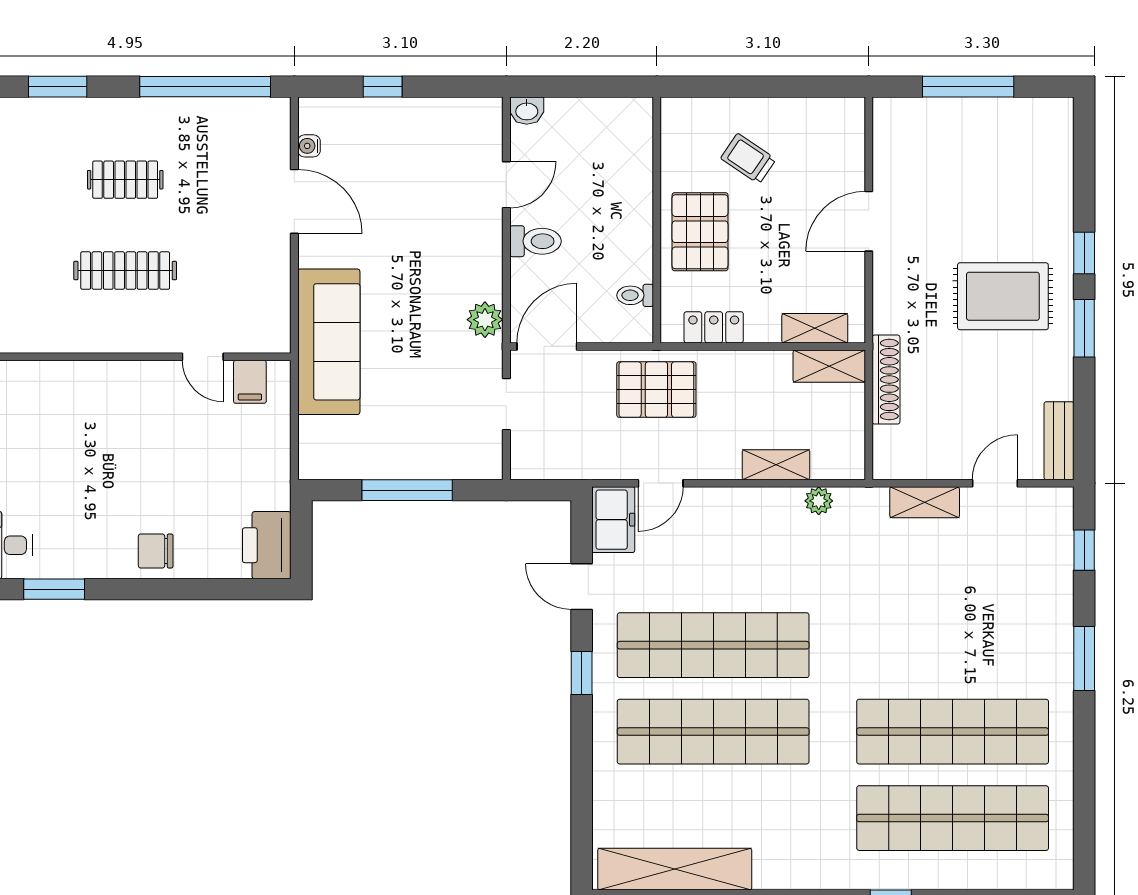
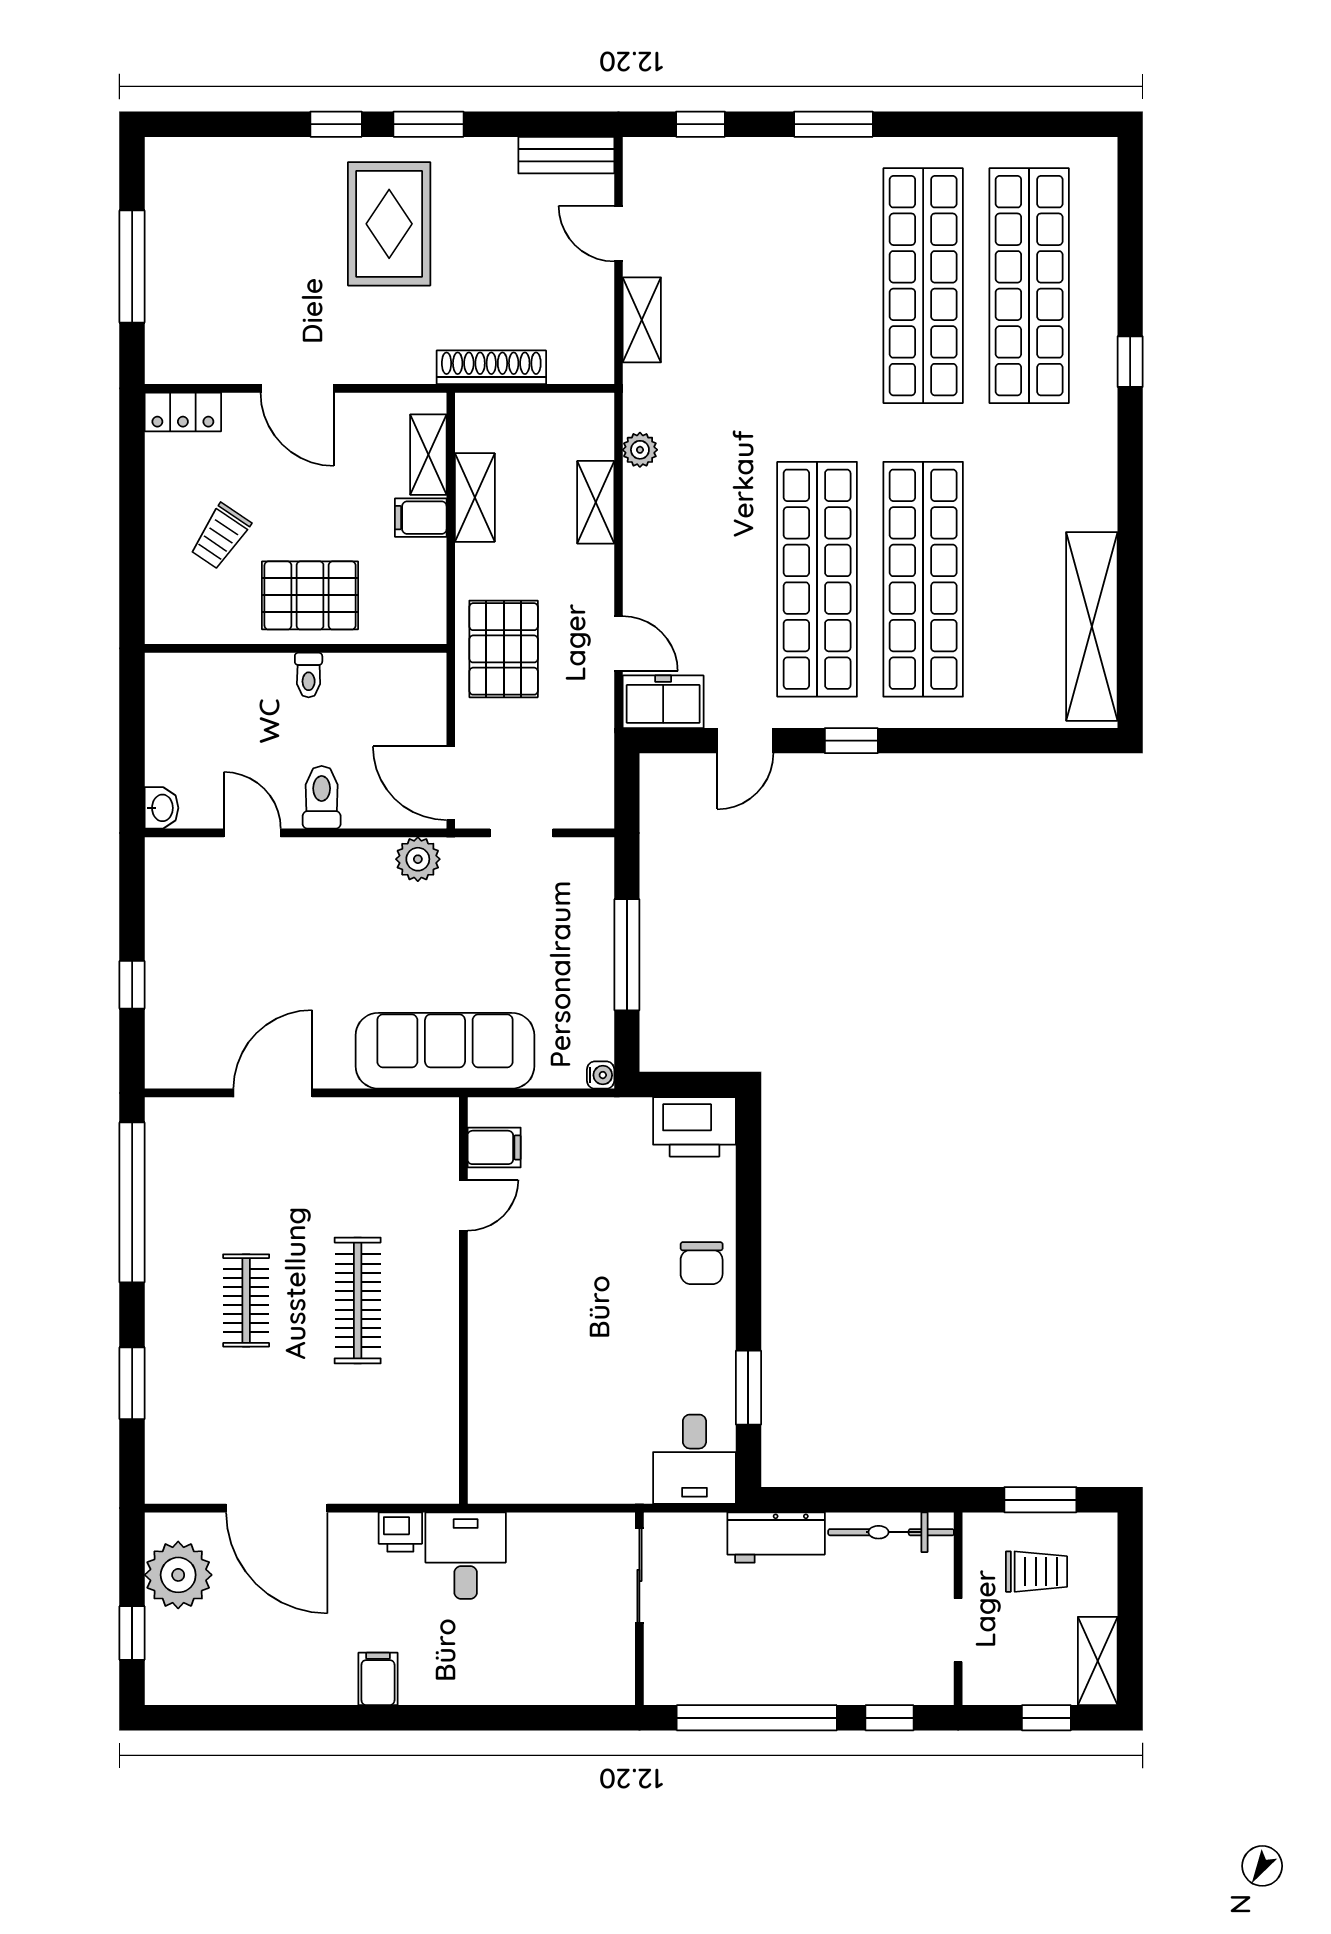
water cooler: (309, 146) -> (601, 1075), moved, turned -90
toilet: (635, 295) -> (309, 675), moved
filing cabinet: (763, 322) -> (421, 518), added
locker: (714, 327) -> (183, 412), moved, turned -90
shelving: (829, 366) -> (475, 498), moved

